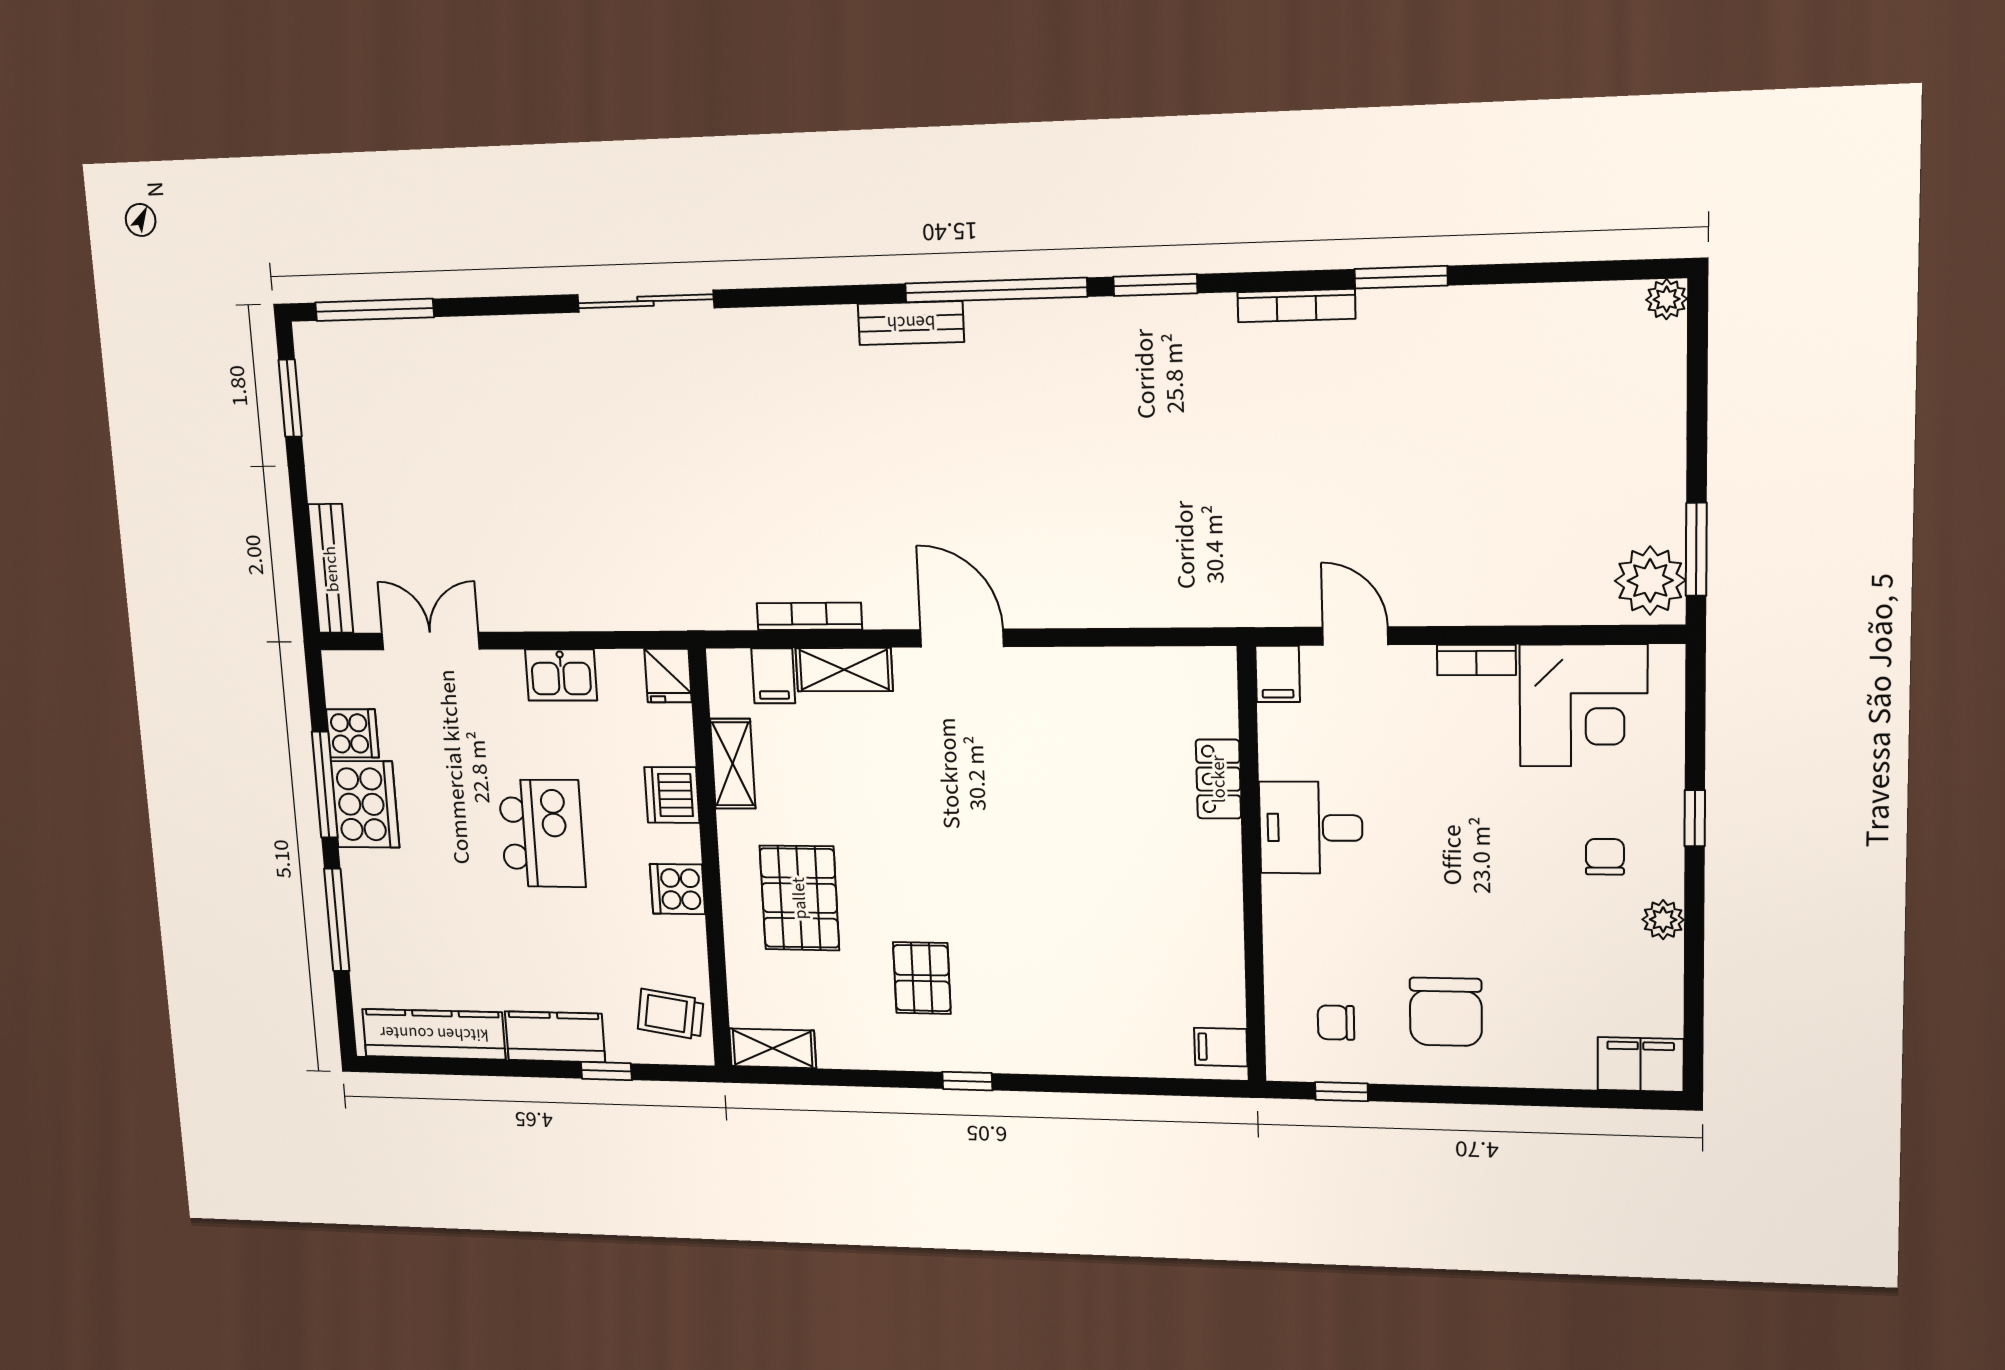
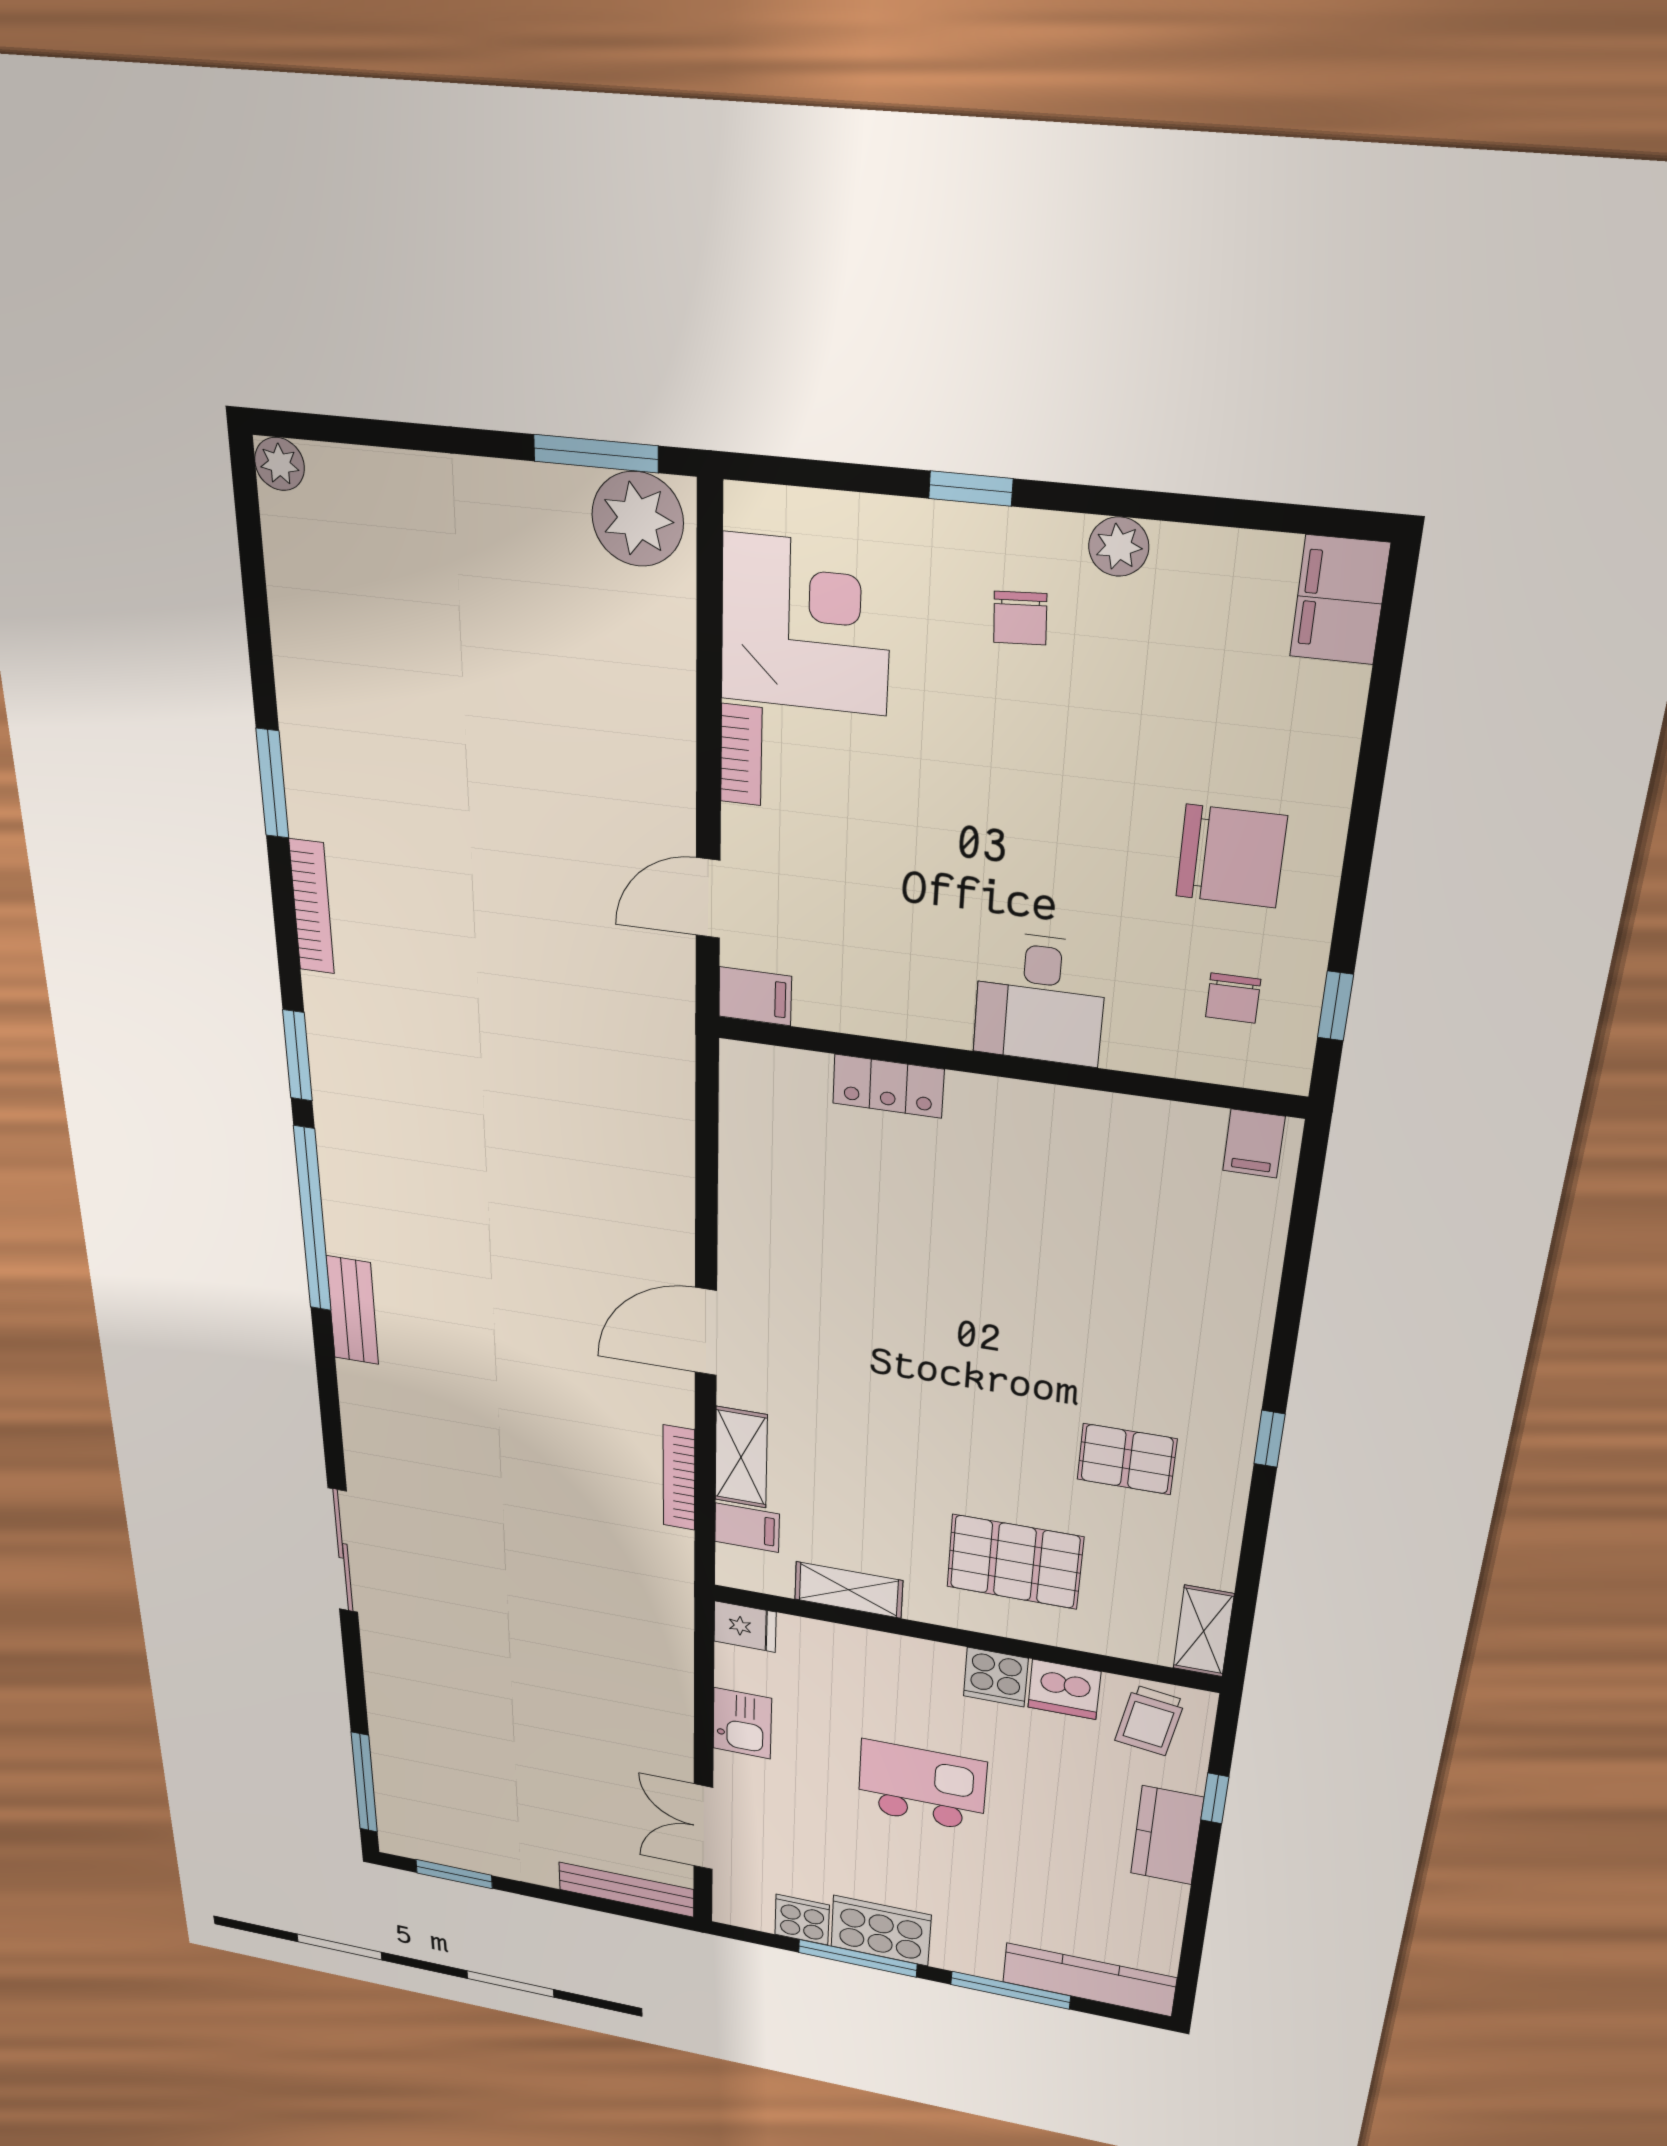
dishwasher: (672, 795) -> (1064, 1689), moved
desk: (1311, 828) -> (1040, 999), moved
chair: (1605, 857) -> (1020, 618), turned -93
kitchen counter: (434, 1034) -> (1089, 1980), moved, turned 90

